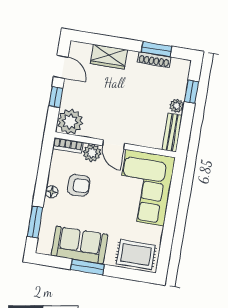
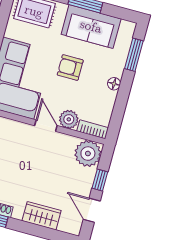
armchair: (79, 185) -> (70, 67), moved

